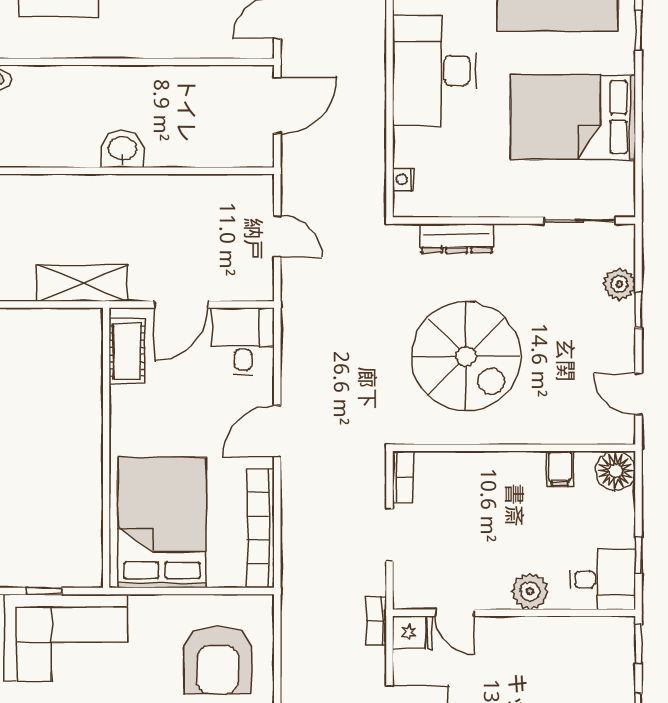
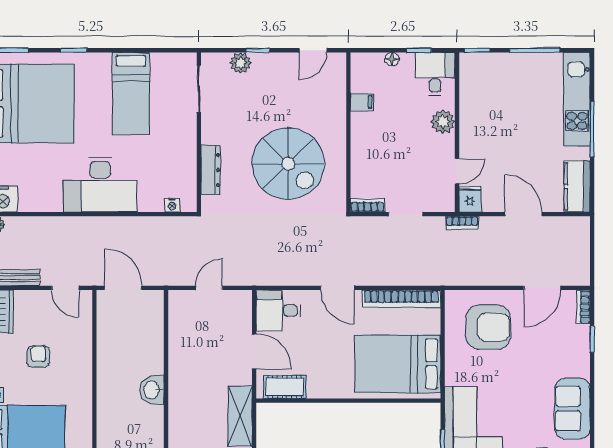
bed: (573, 117) -> (131, 94), width x0.67
spiral stairs: (466, 356) -> (288, 164), turned 90
floor lamp: (616, 471) -> (392, 59), moved, width x0.53, depth x0.53

